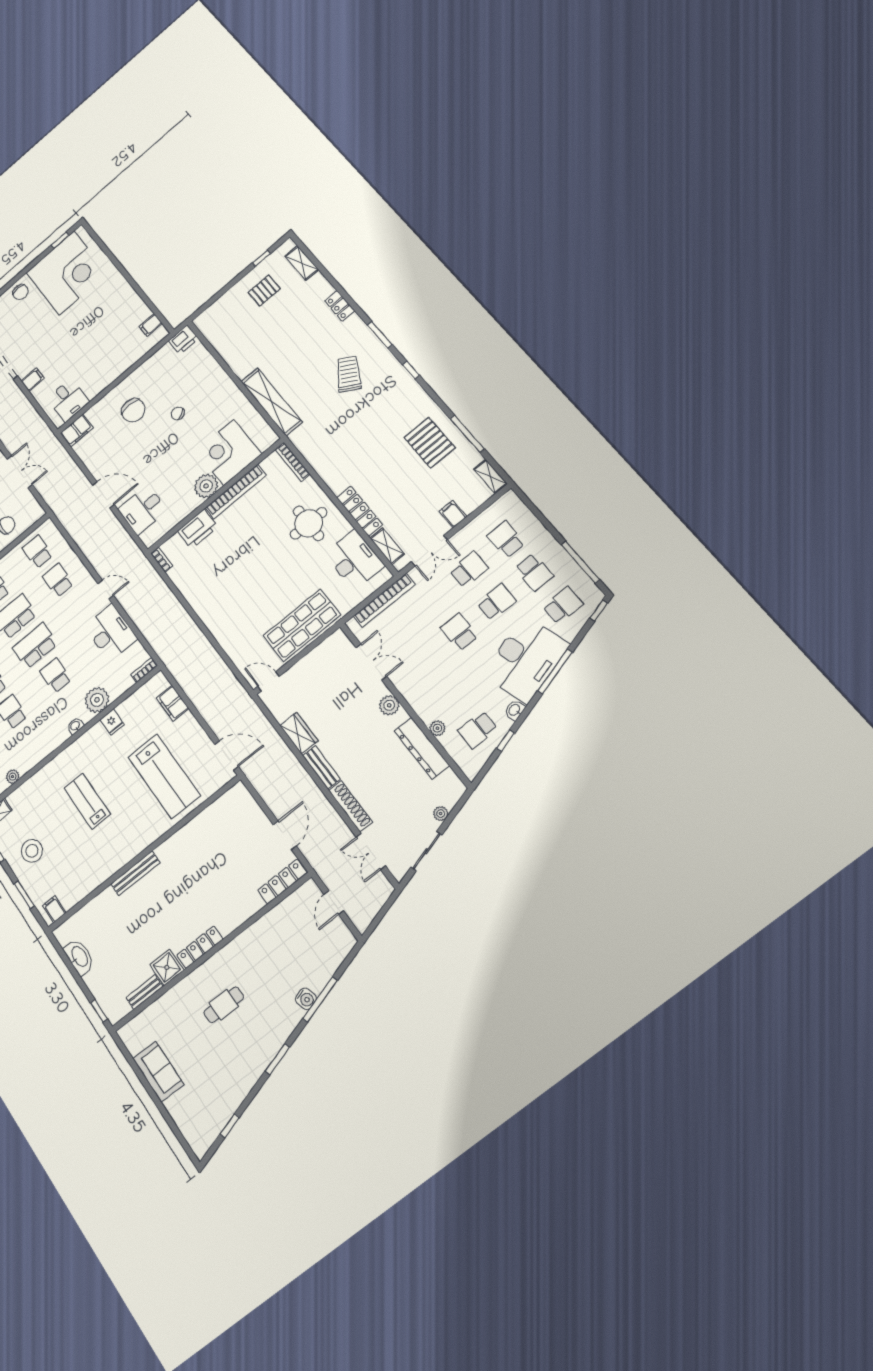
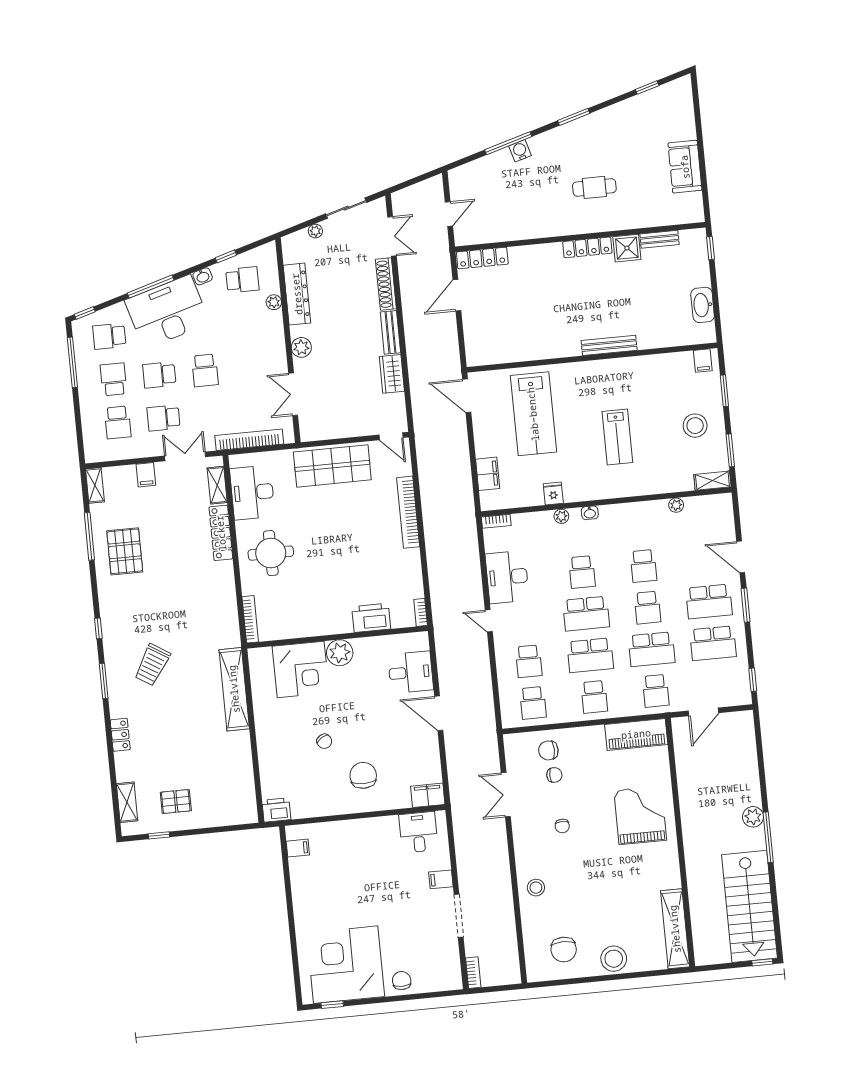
bookcase: (236, 492) -> (408, 512), moved, turned -90
plant: (97, 700) -> (561, 516), width x0.53, depth x0.53
lab bench: (164, 776) -> (533, 414), turned 180

